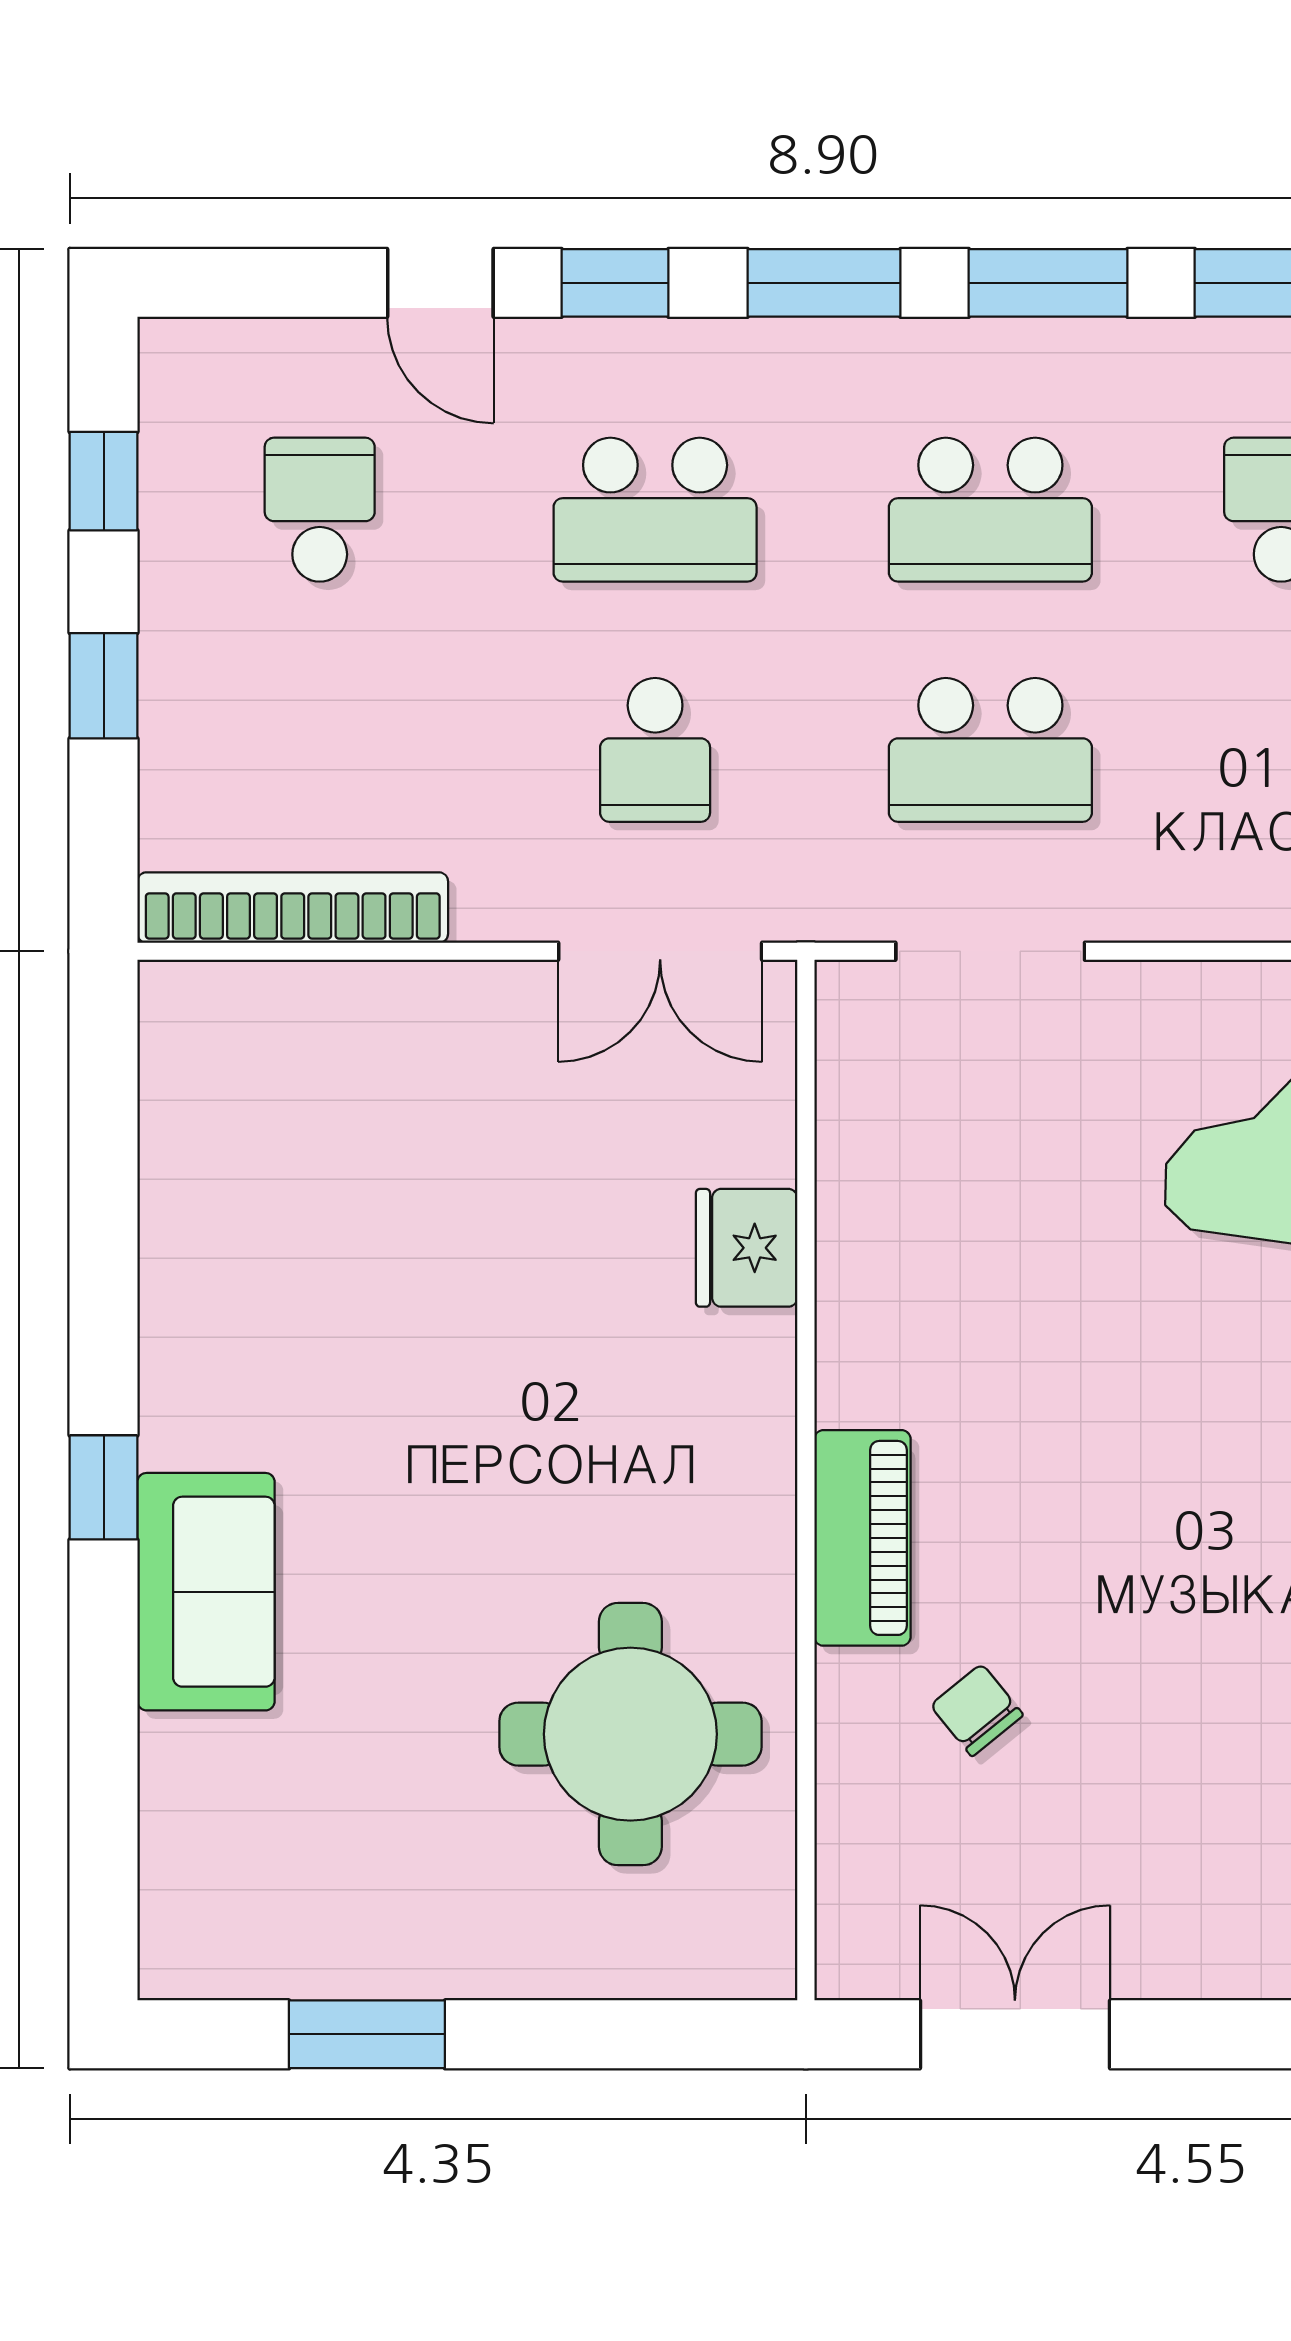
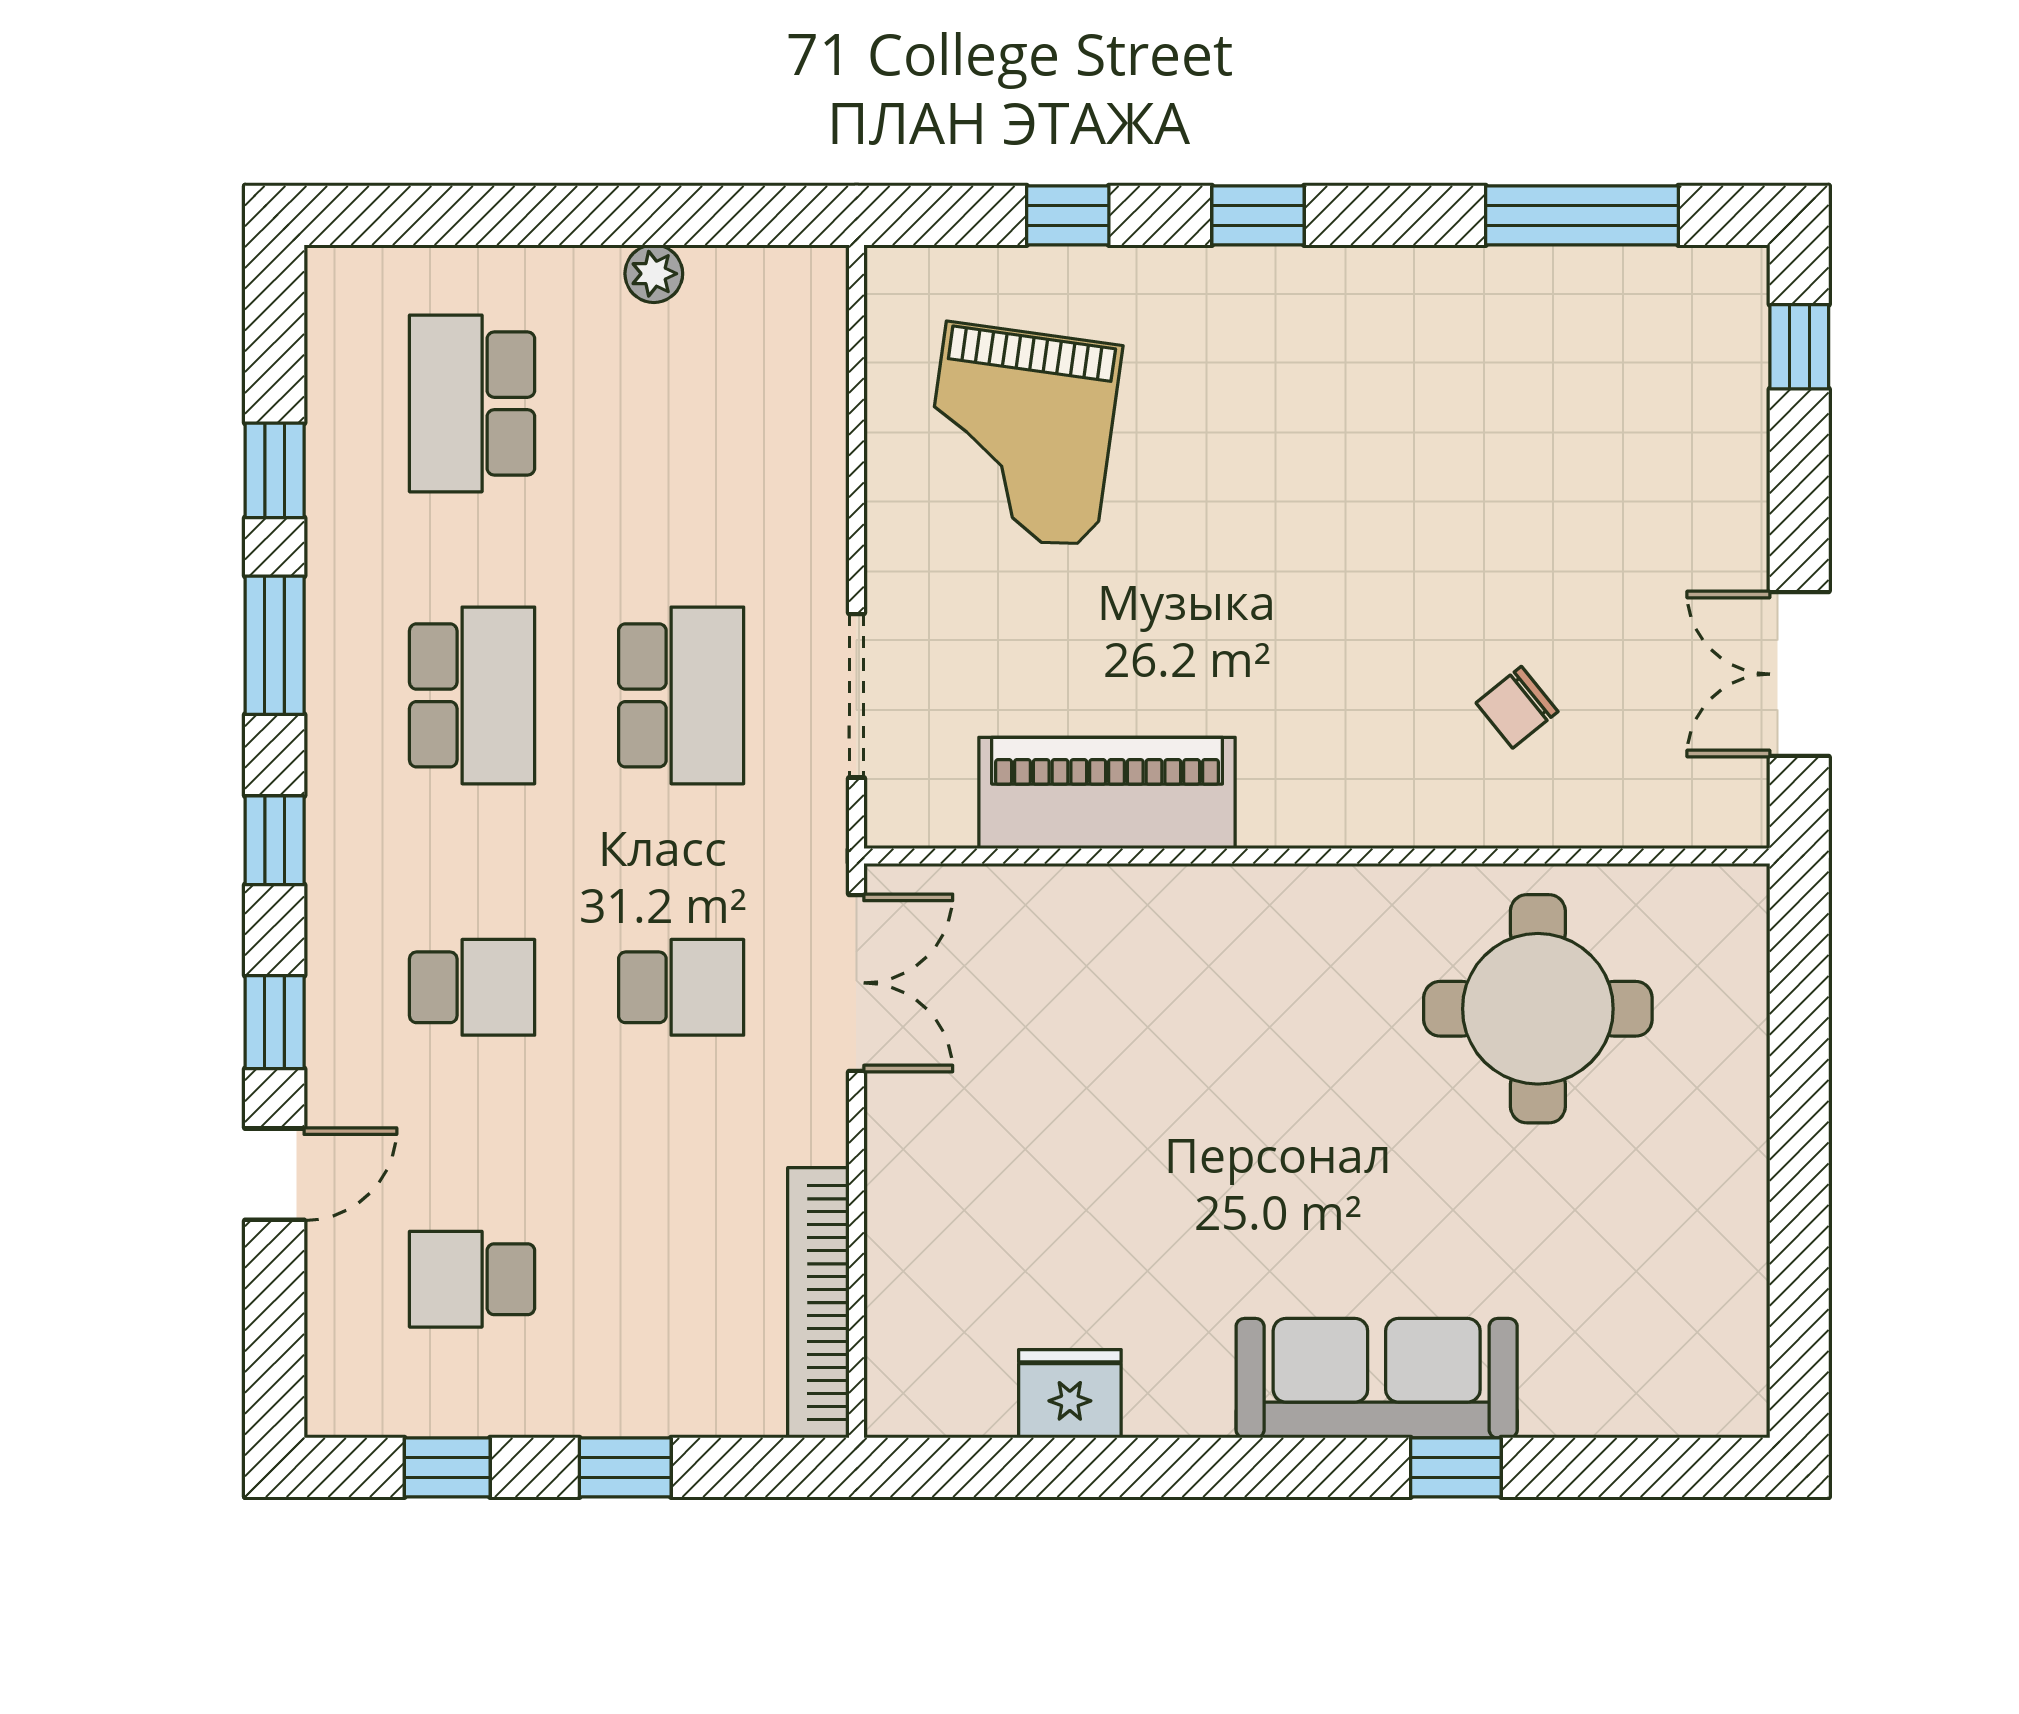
window: (824, 283) -> (275, 840), width x0.67
school desk: (655, 510) -> (472, 987), width x0.54
fridge: (747, 1248) -> (1070, 1394), moved, turned 180
window: (104, 1487) -> (1456, 1467), moved
piano: (862, 1538) -> (1107, 793), moved, width x1.37, depth x1.33
sofa: (206, 1592) -> (1377, 1378), width x1.36
window: (367, 2034) -> (1799, 1238), removed

